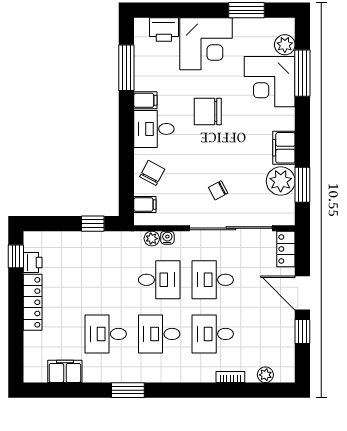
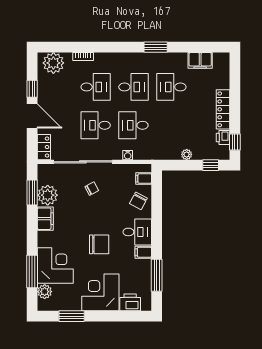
window: (93, 224) -> (211, 165), moved
plant: (152, 239) -> (187, 154), moved
desk: (213, 280) -> (96, 125), turned 180
desk: (106, 334) -> (171, 87), turned 180
plant: (265, 375) -> (53, 63), width x1.88, depth x1.88

